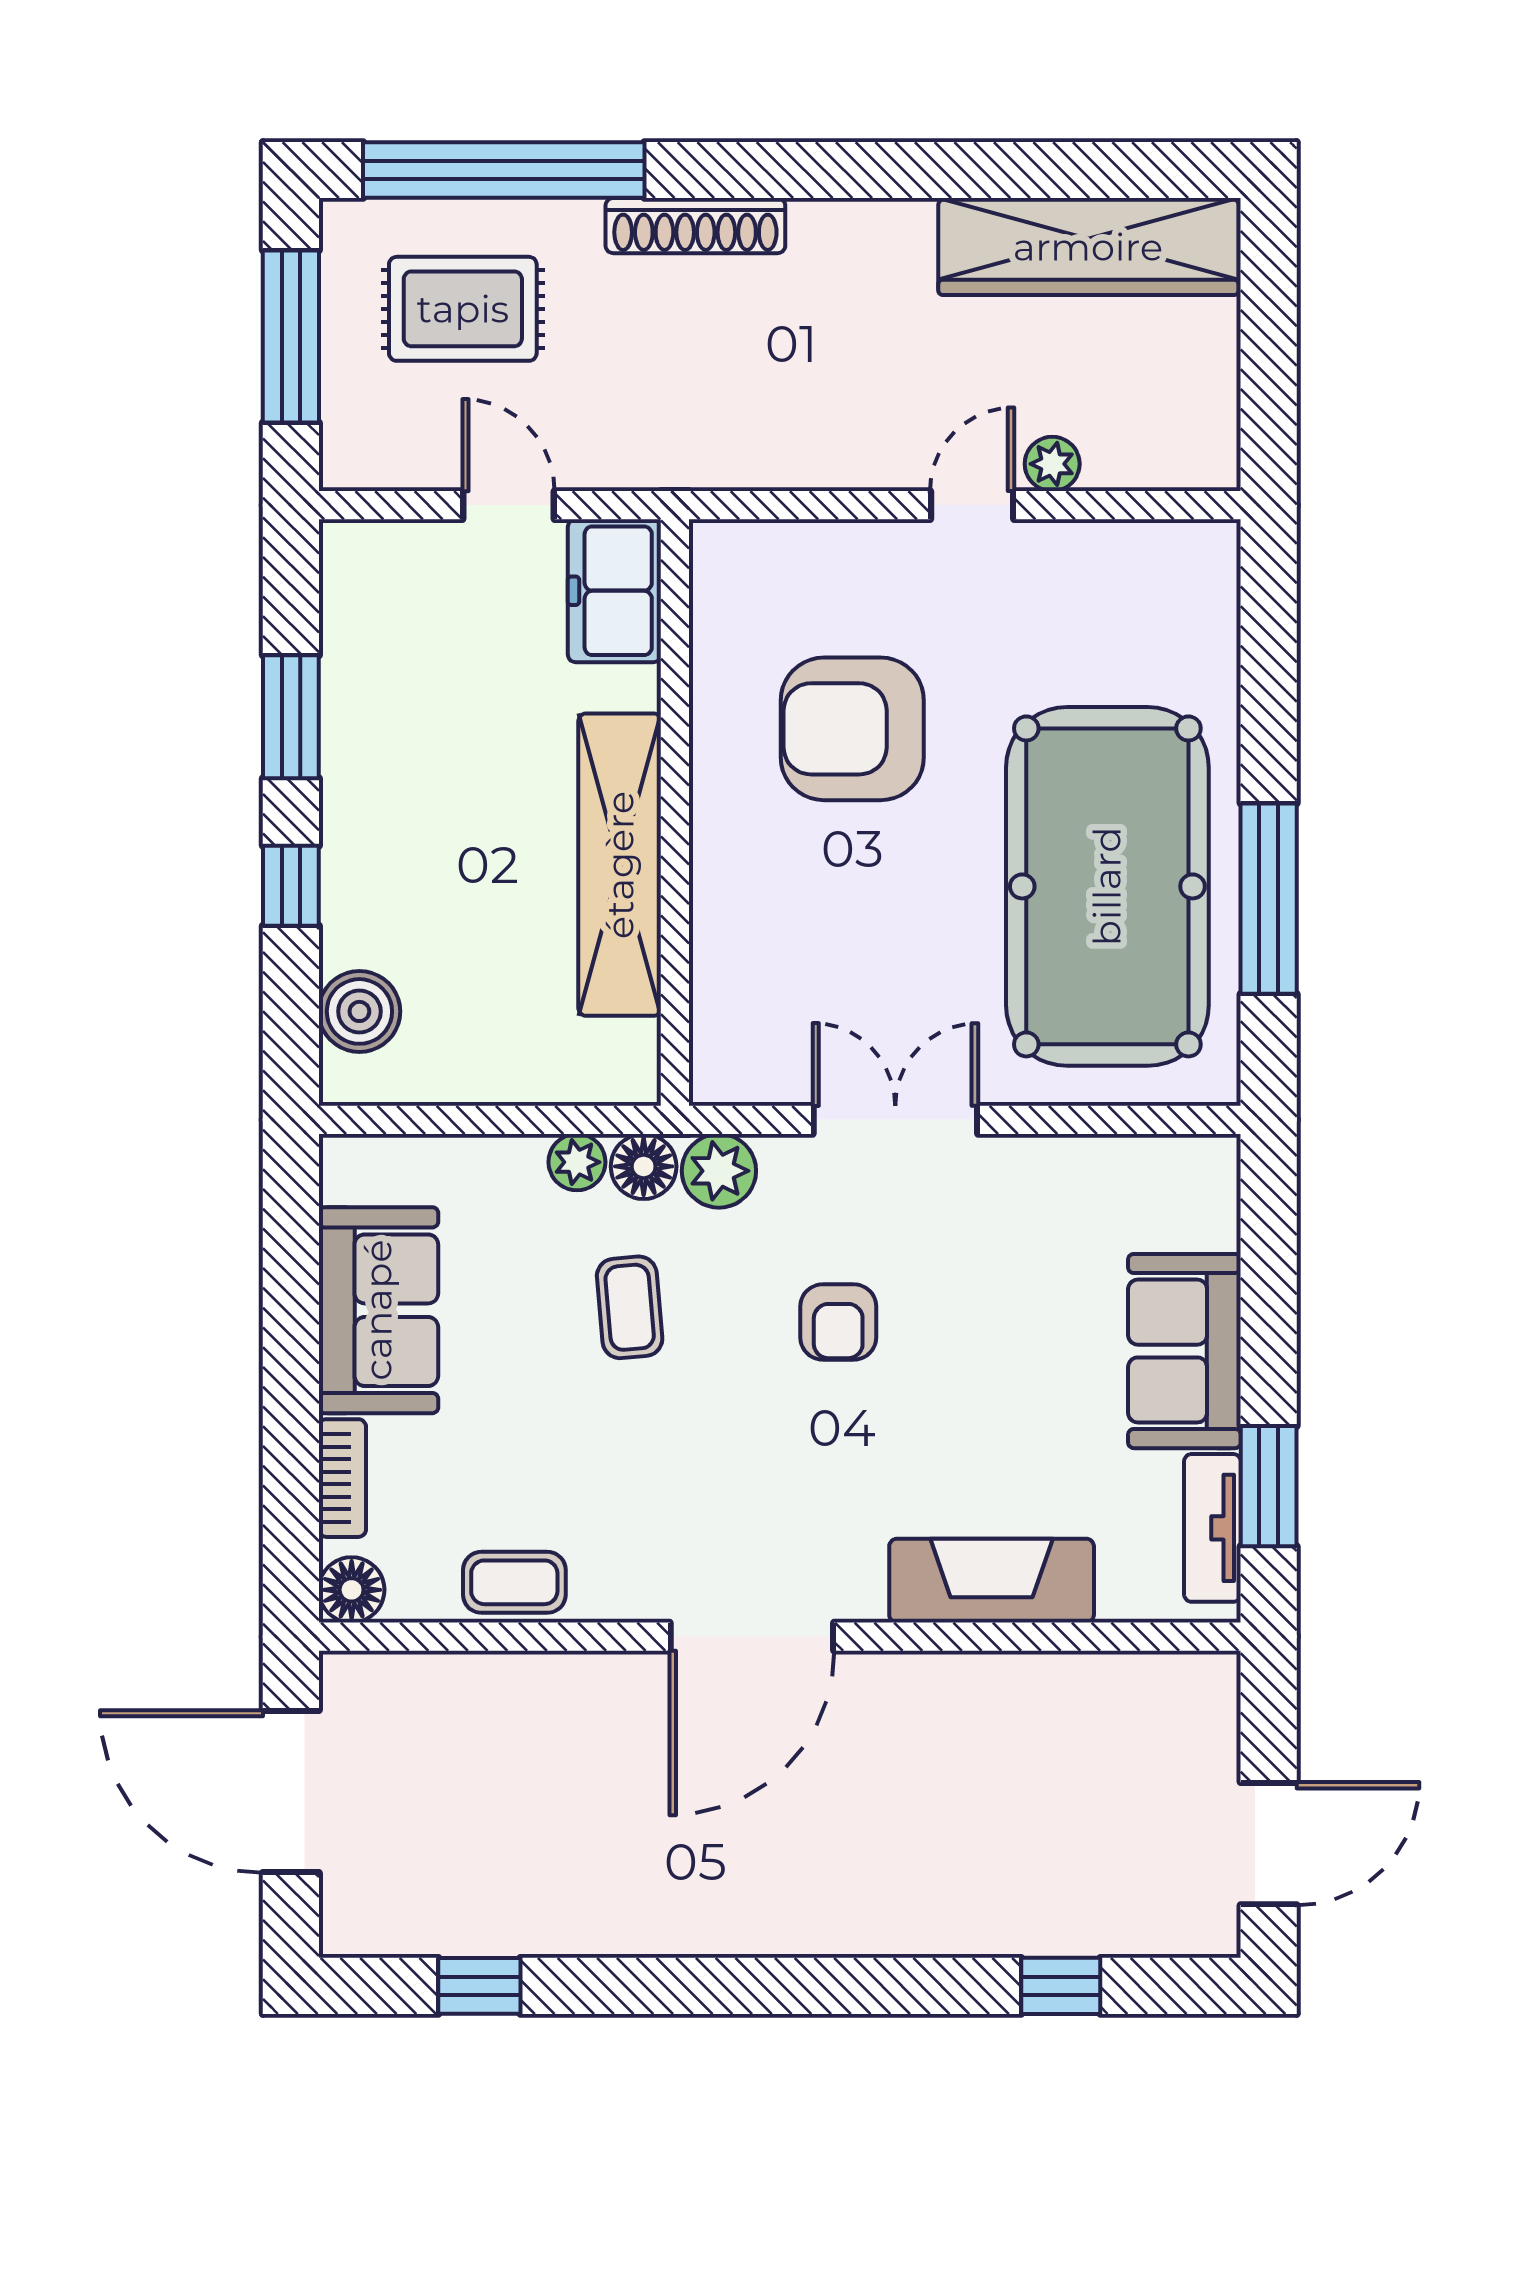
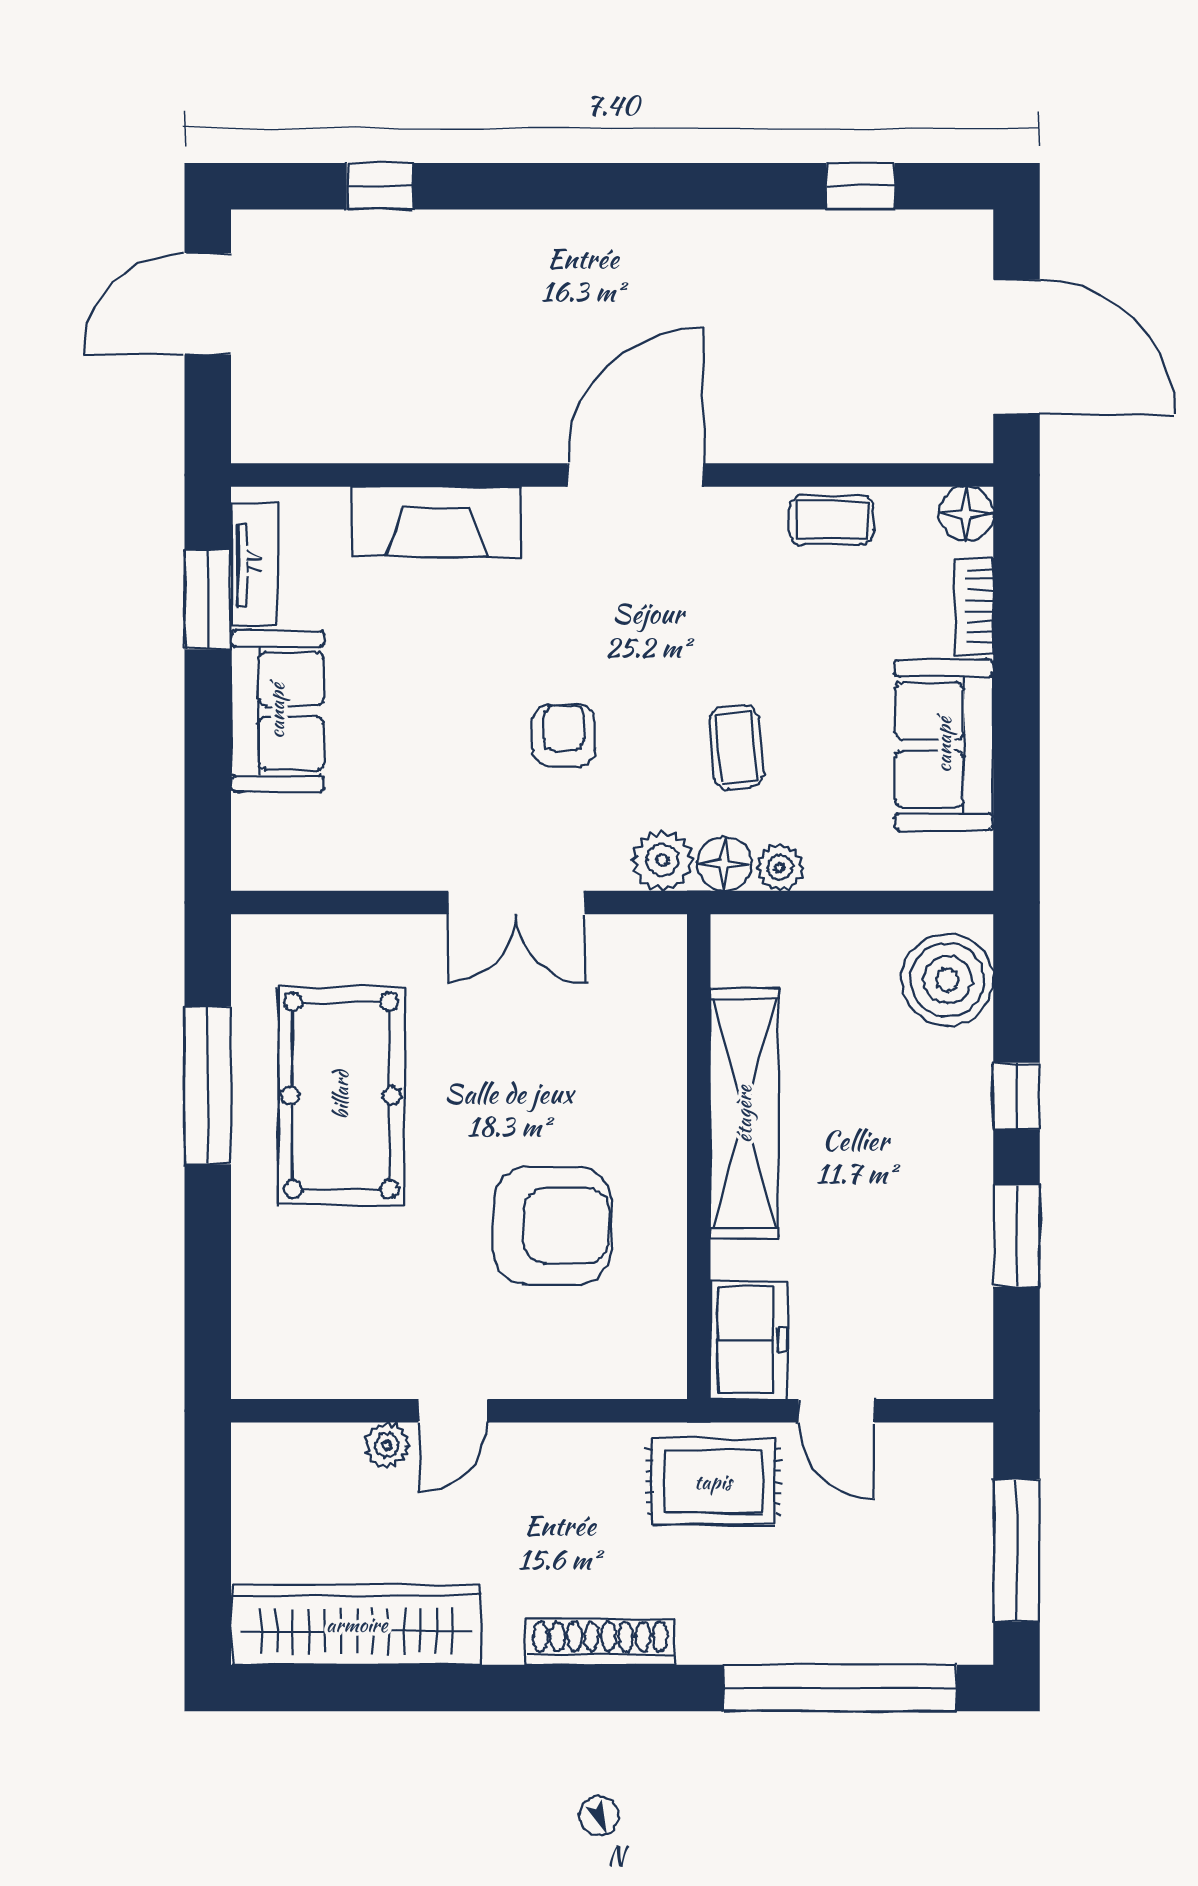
shoe rack: (695, 226) -> (600, 1642), moved
rug: (463, 309) -> (713, 1482), moved
pool table: (1107, 886) -> (341, 1095), width x0.73, depth x0.76
boiler: (359, 1011) -> (947, 980), width x1.37, depth x1.37

